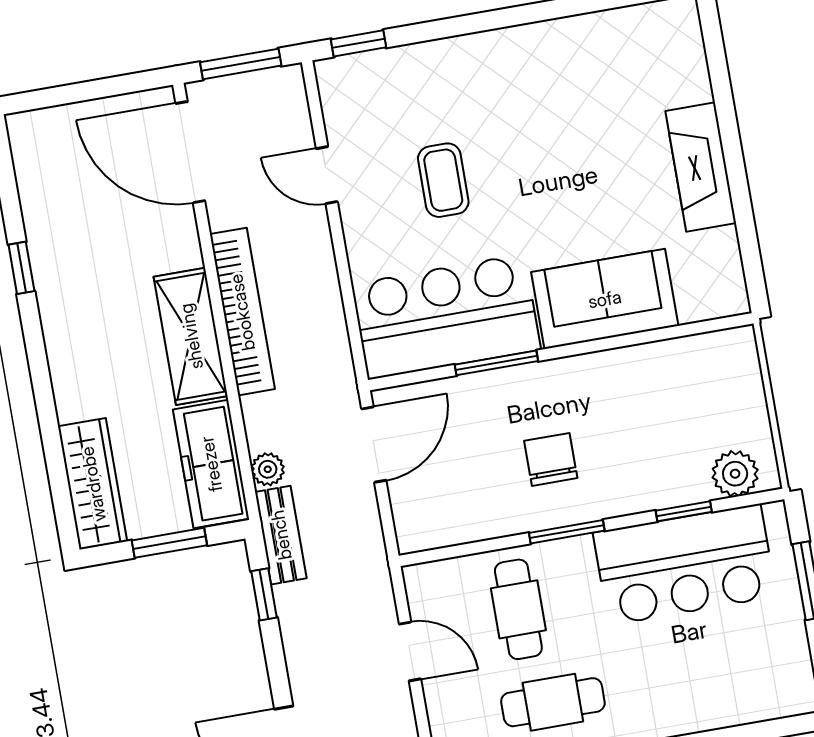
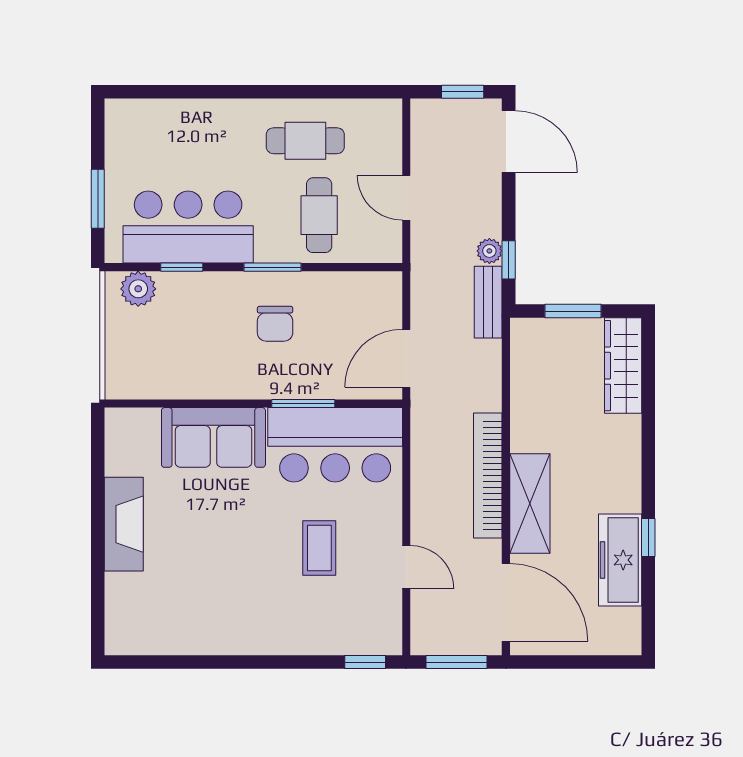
shelving: (191, 336) -> (530, 504), moved
freezer: (211, 464) -> (620, 560), moved, turned 180
plant: (268, 469) -> (489, 251), moved

